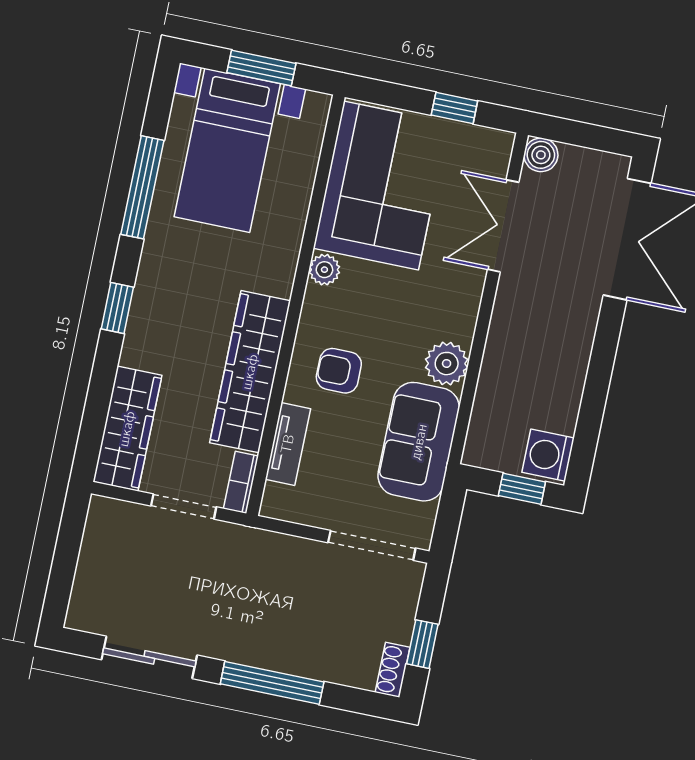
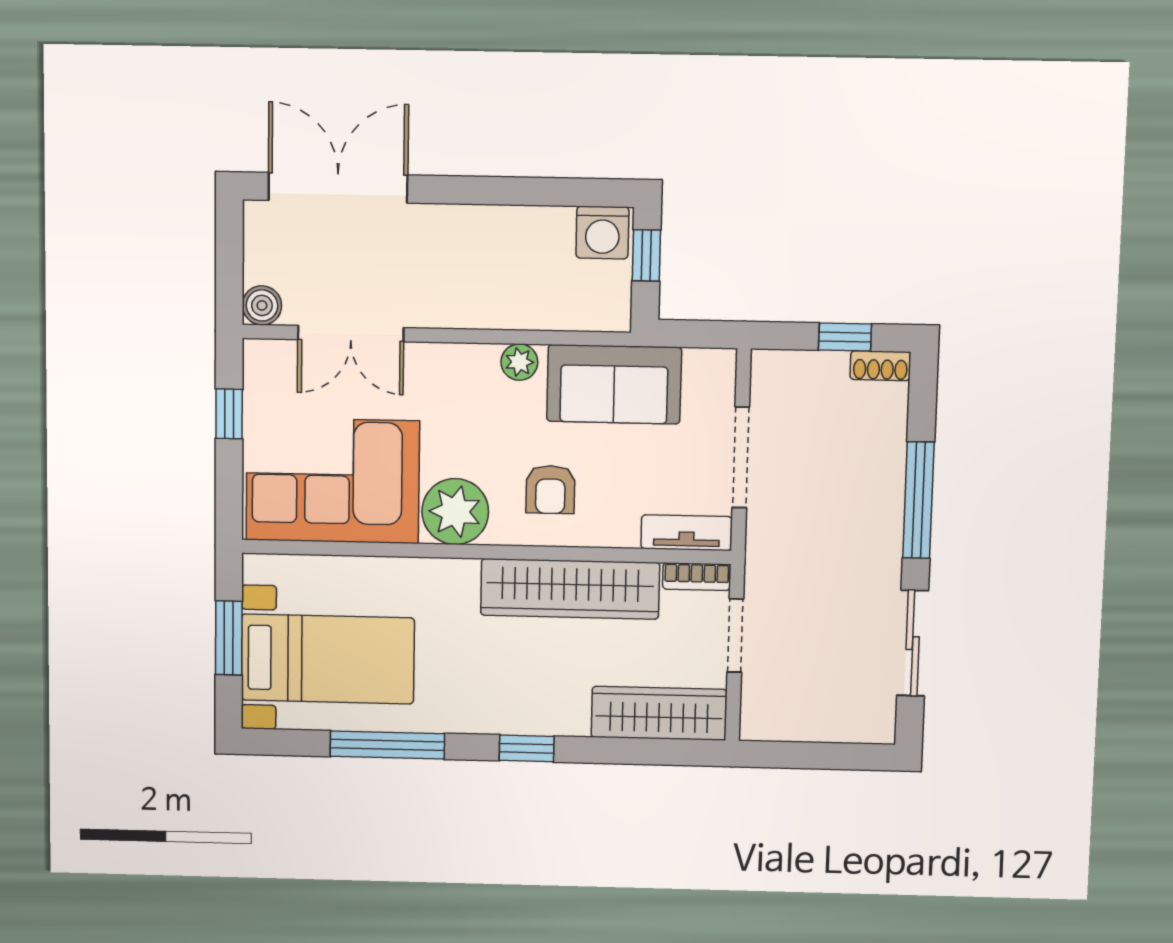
plant: (324, 270) -> (455, 512), width x1.88, depth x1.88
plant: (447, 364) -> (519, 362), width x0.73, depth x0.73
tv unit: (288, 444) -> (687, 533), moved
doorway: (372, 545) -> (741, 457), moved

